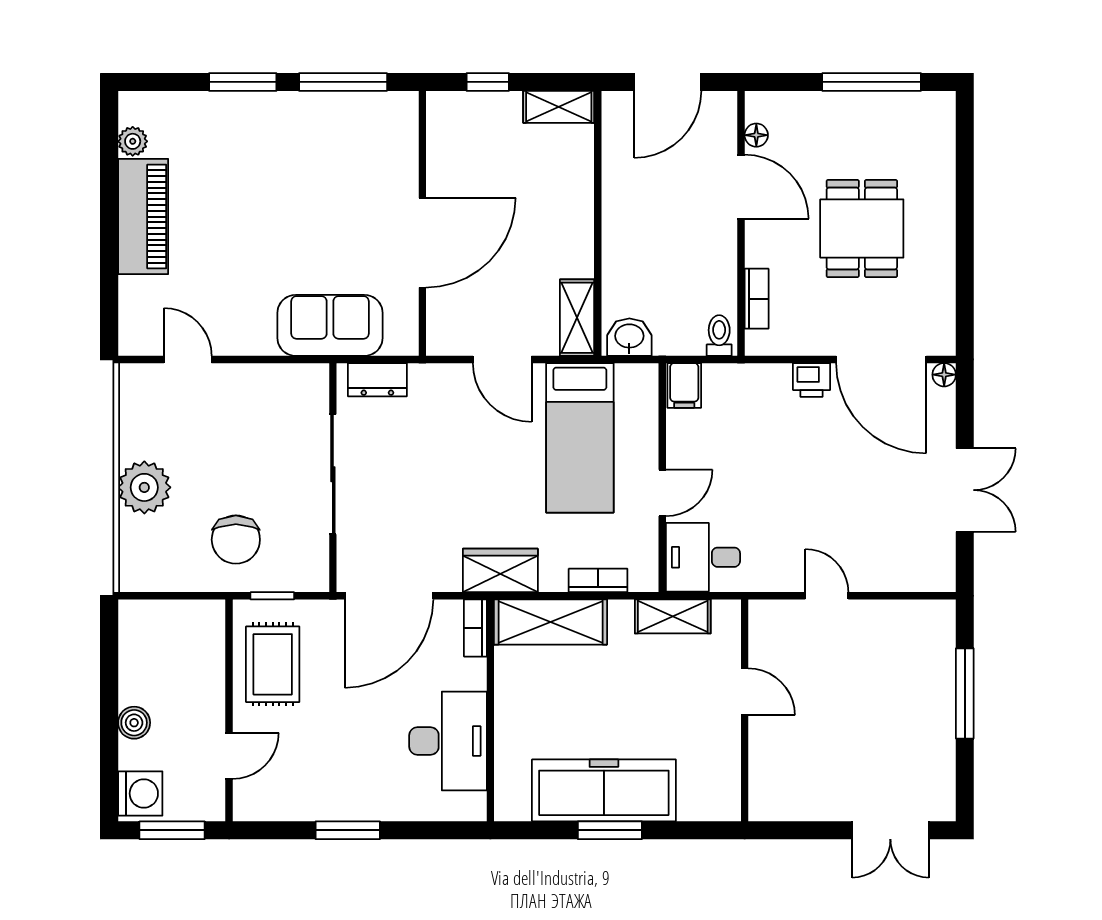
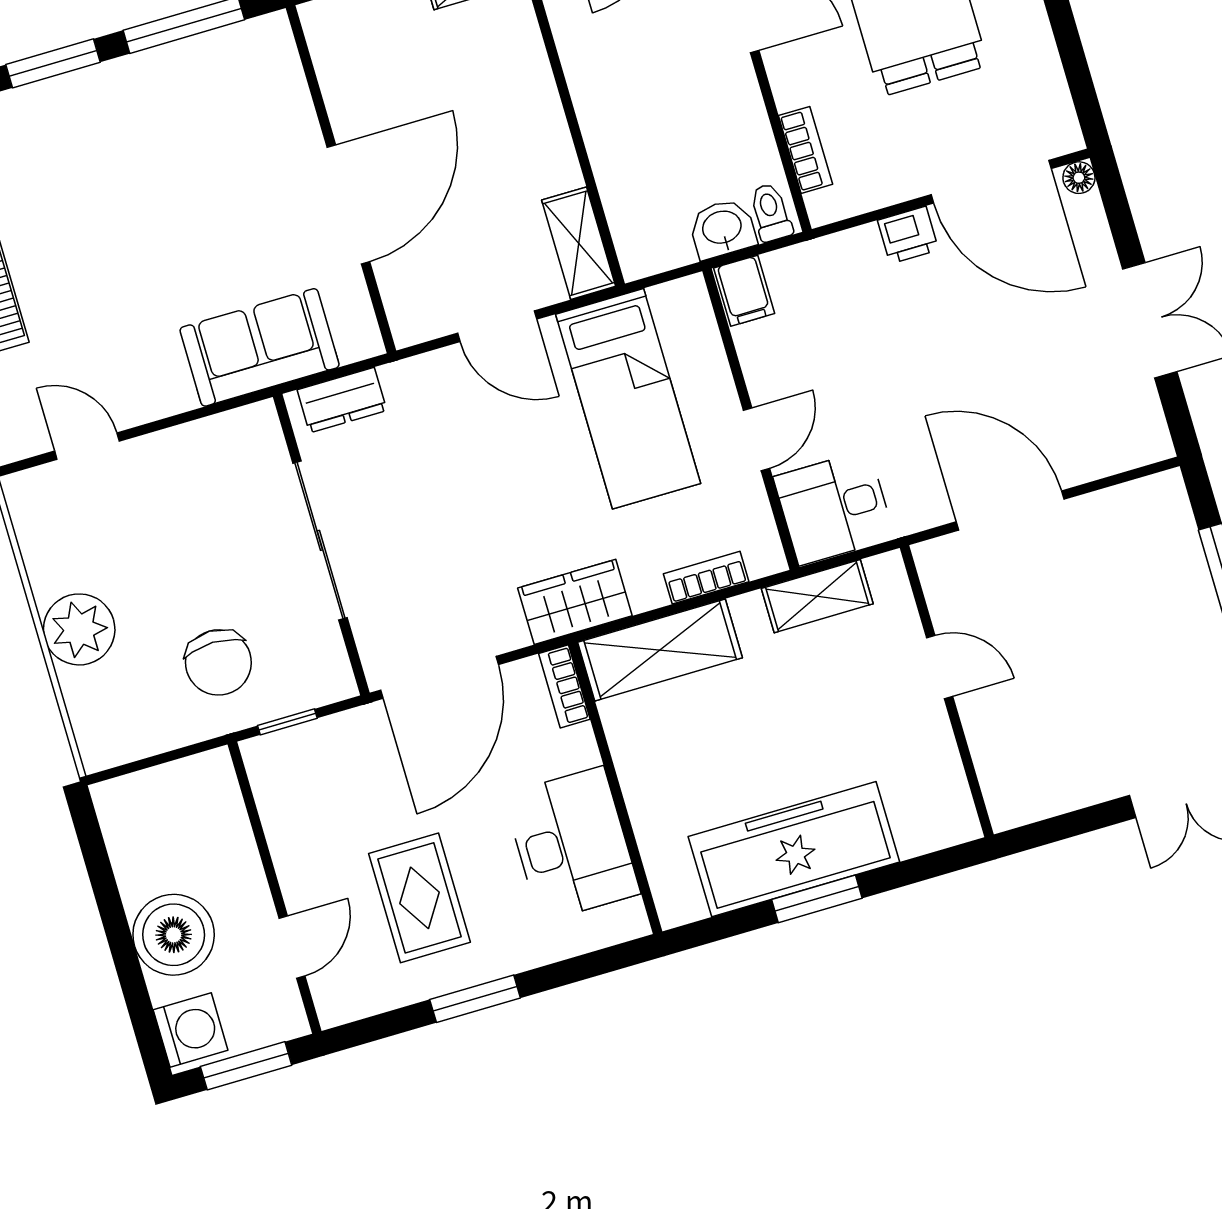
washbasin: (629, 337) -> (722, 229), moved
door: (827, 596) -> (1010, 510), width x1.87
rug: (273, 664) -> (419, 898), moved
boiler: (134, 723) -> (174, 935), width x1.86, depth x1.86

